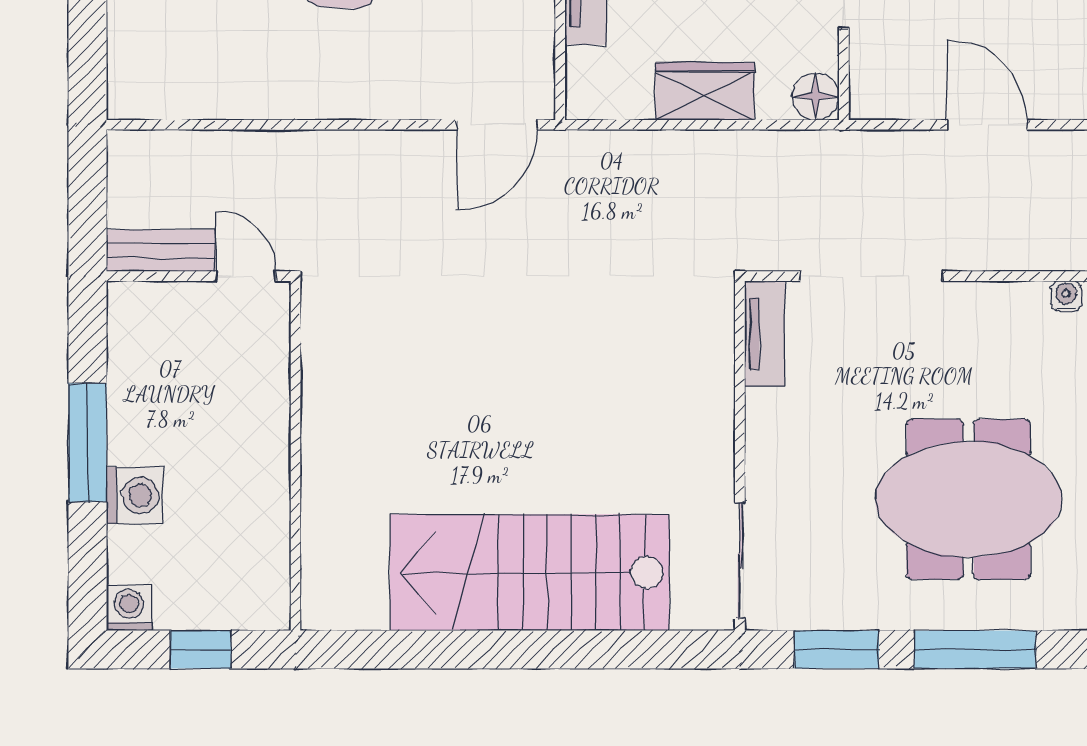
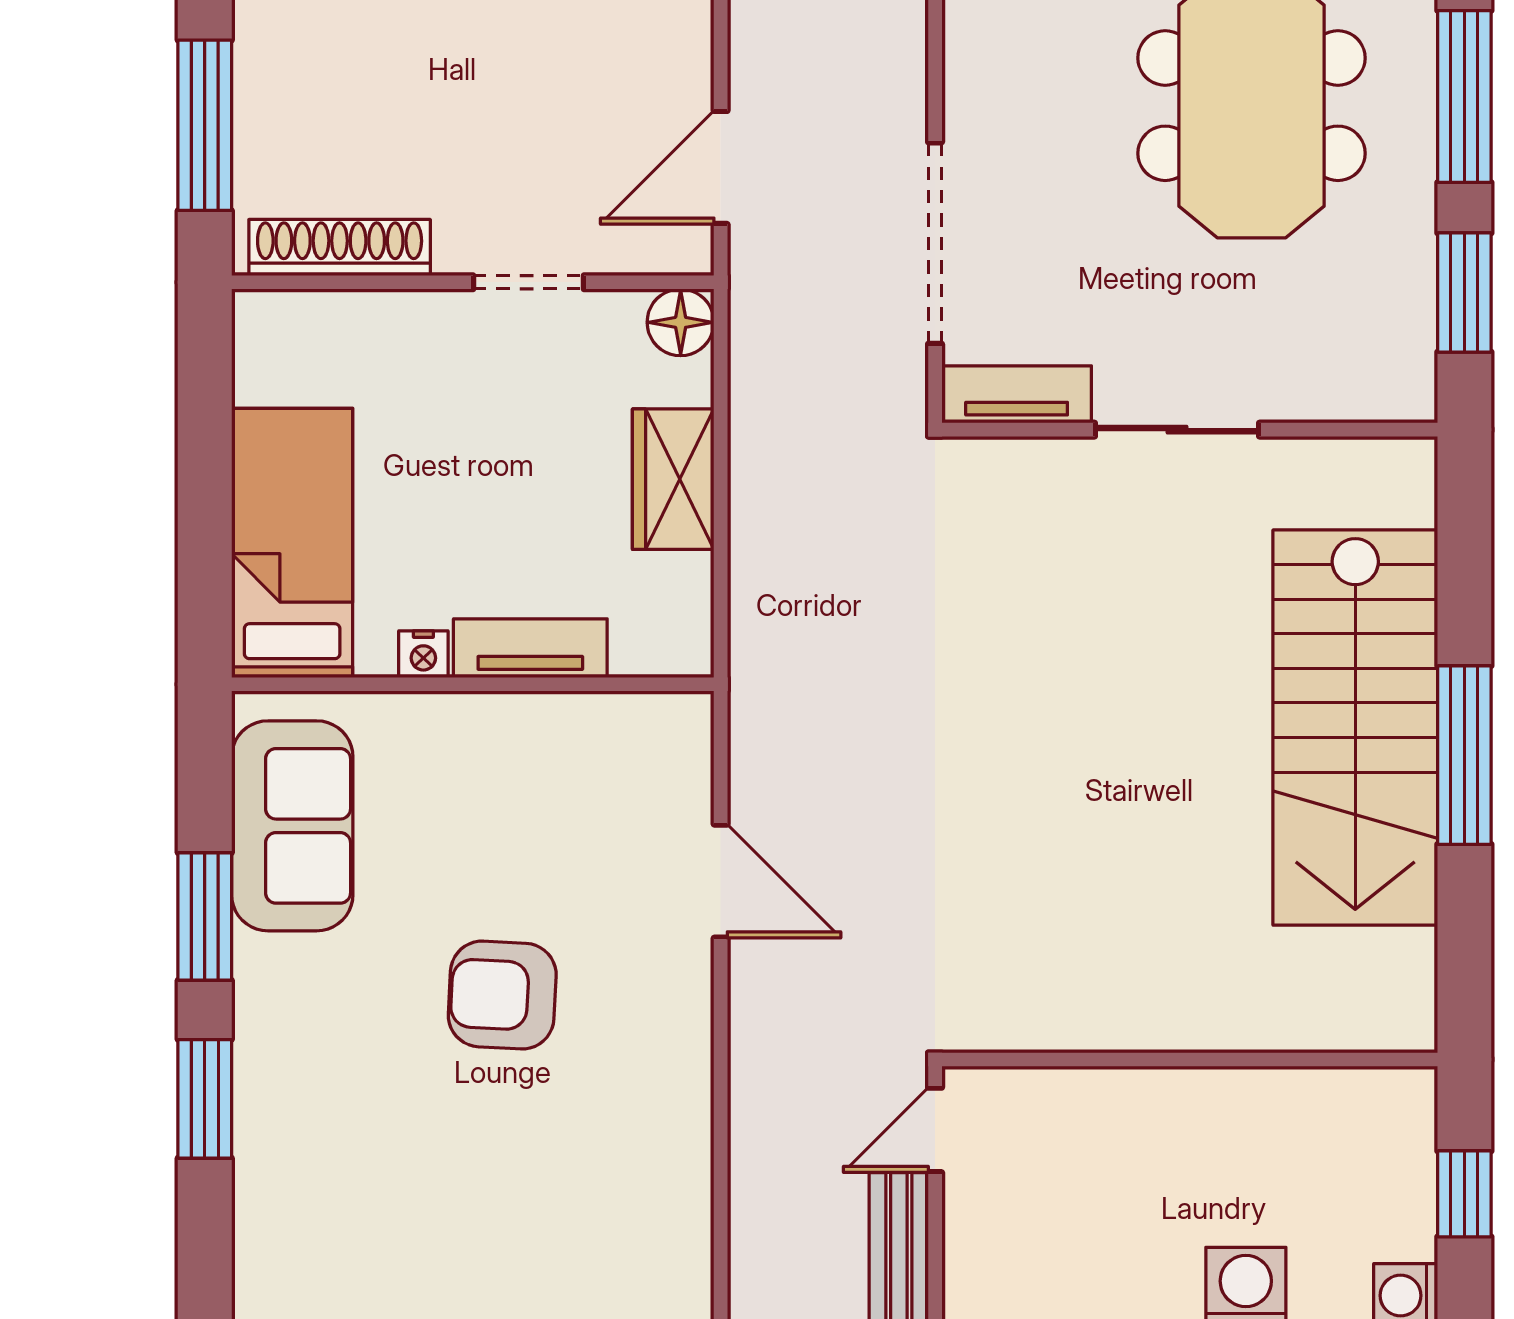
door: (497, 125) -> (721, 881), moved
door: (987, 125) -> (721, 167), moved
sliding door: (740, 561) -> (1177, 430), moved
window: (510, 649) -> (1464, 755), added

